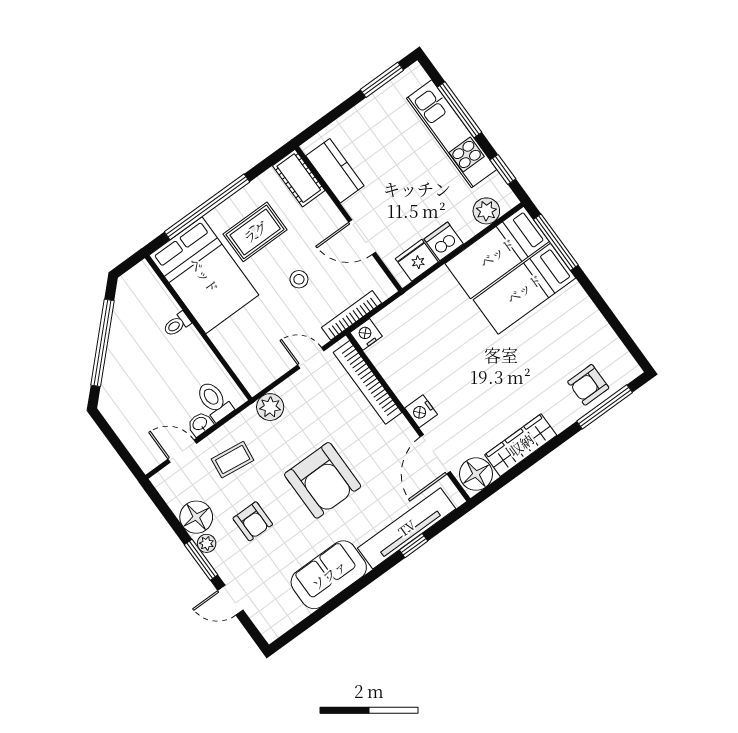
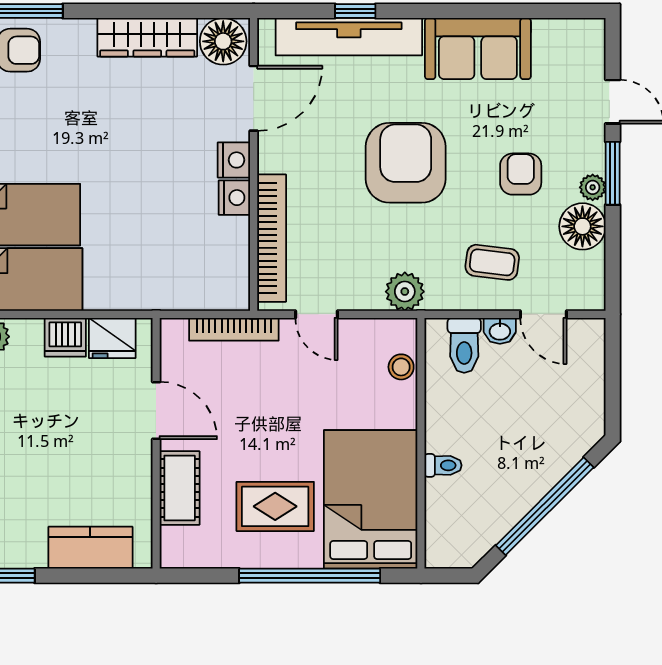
kitchen counter: (335, 171) -> (90, 548), moved, turned 90
cot: (299, 178) -> (180, 488), moved
stool: (299, 279) -> (401, 367), moved
nightstand: (366, 334) -> (234, 198), moved, turned -90

